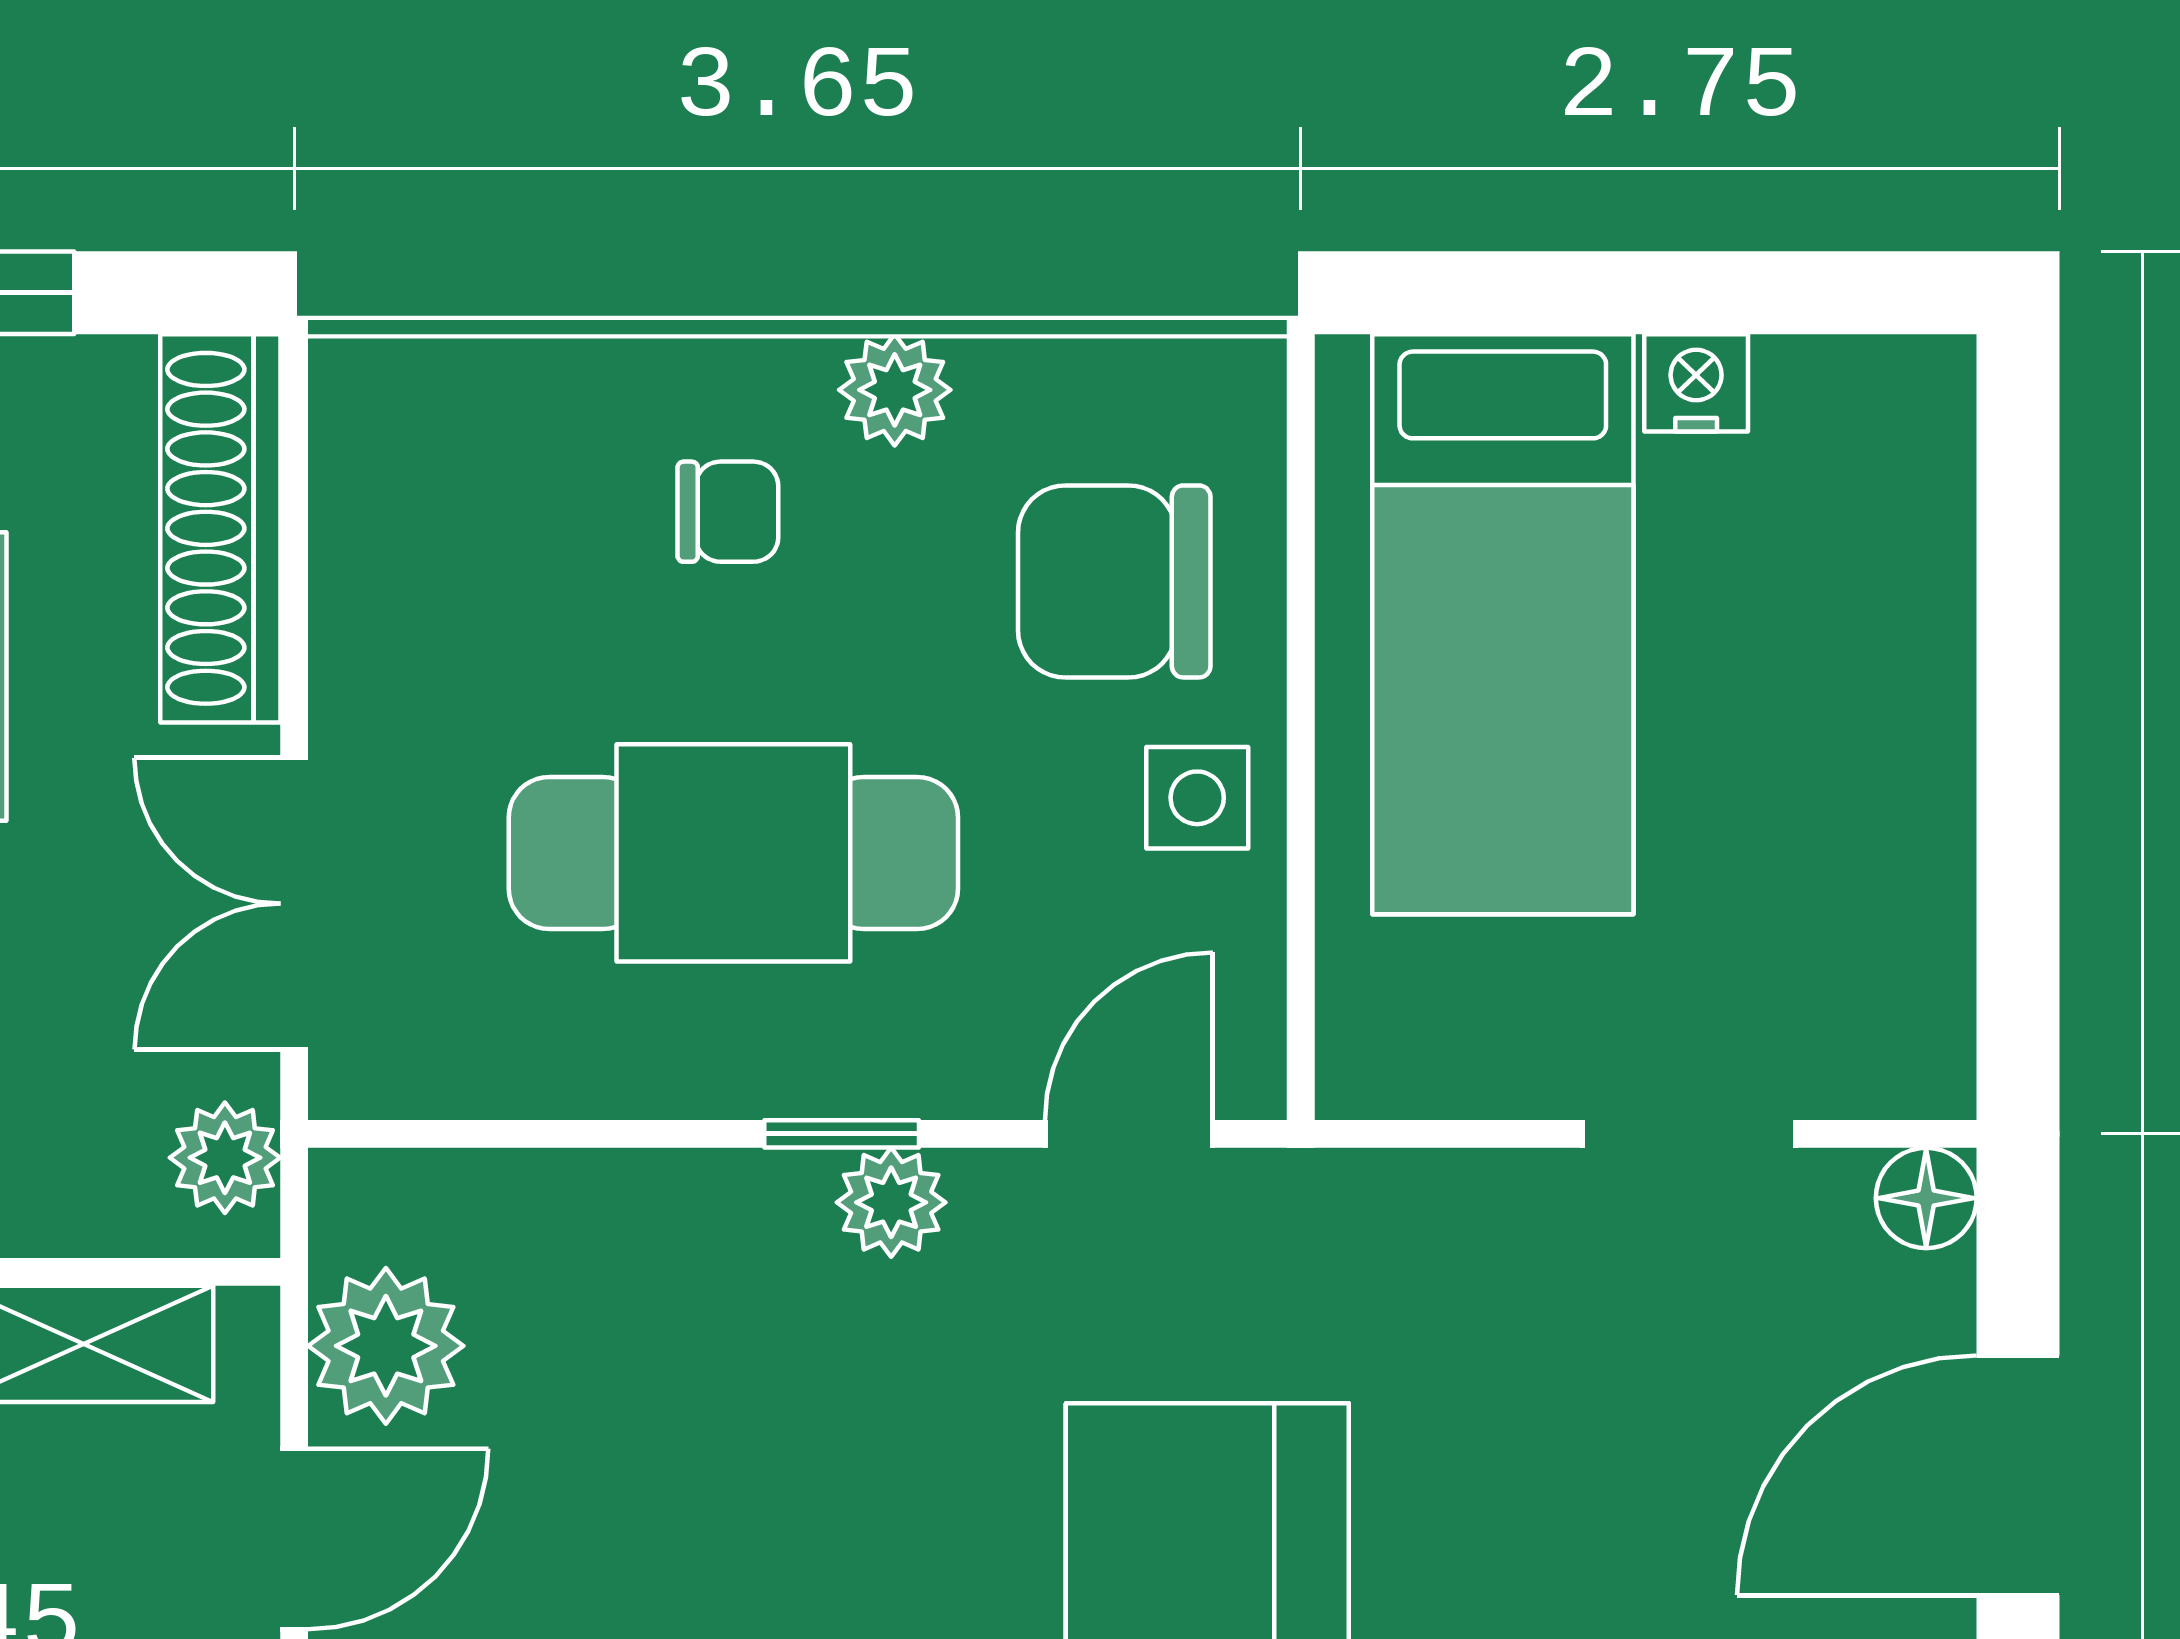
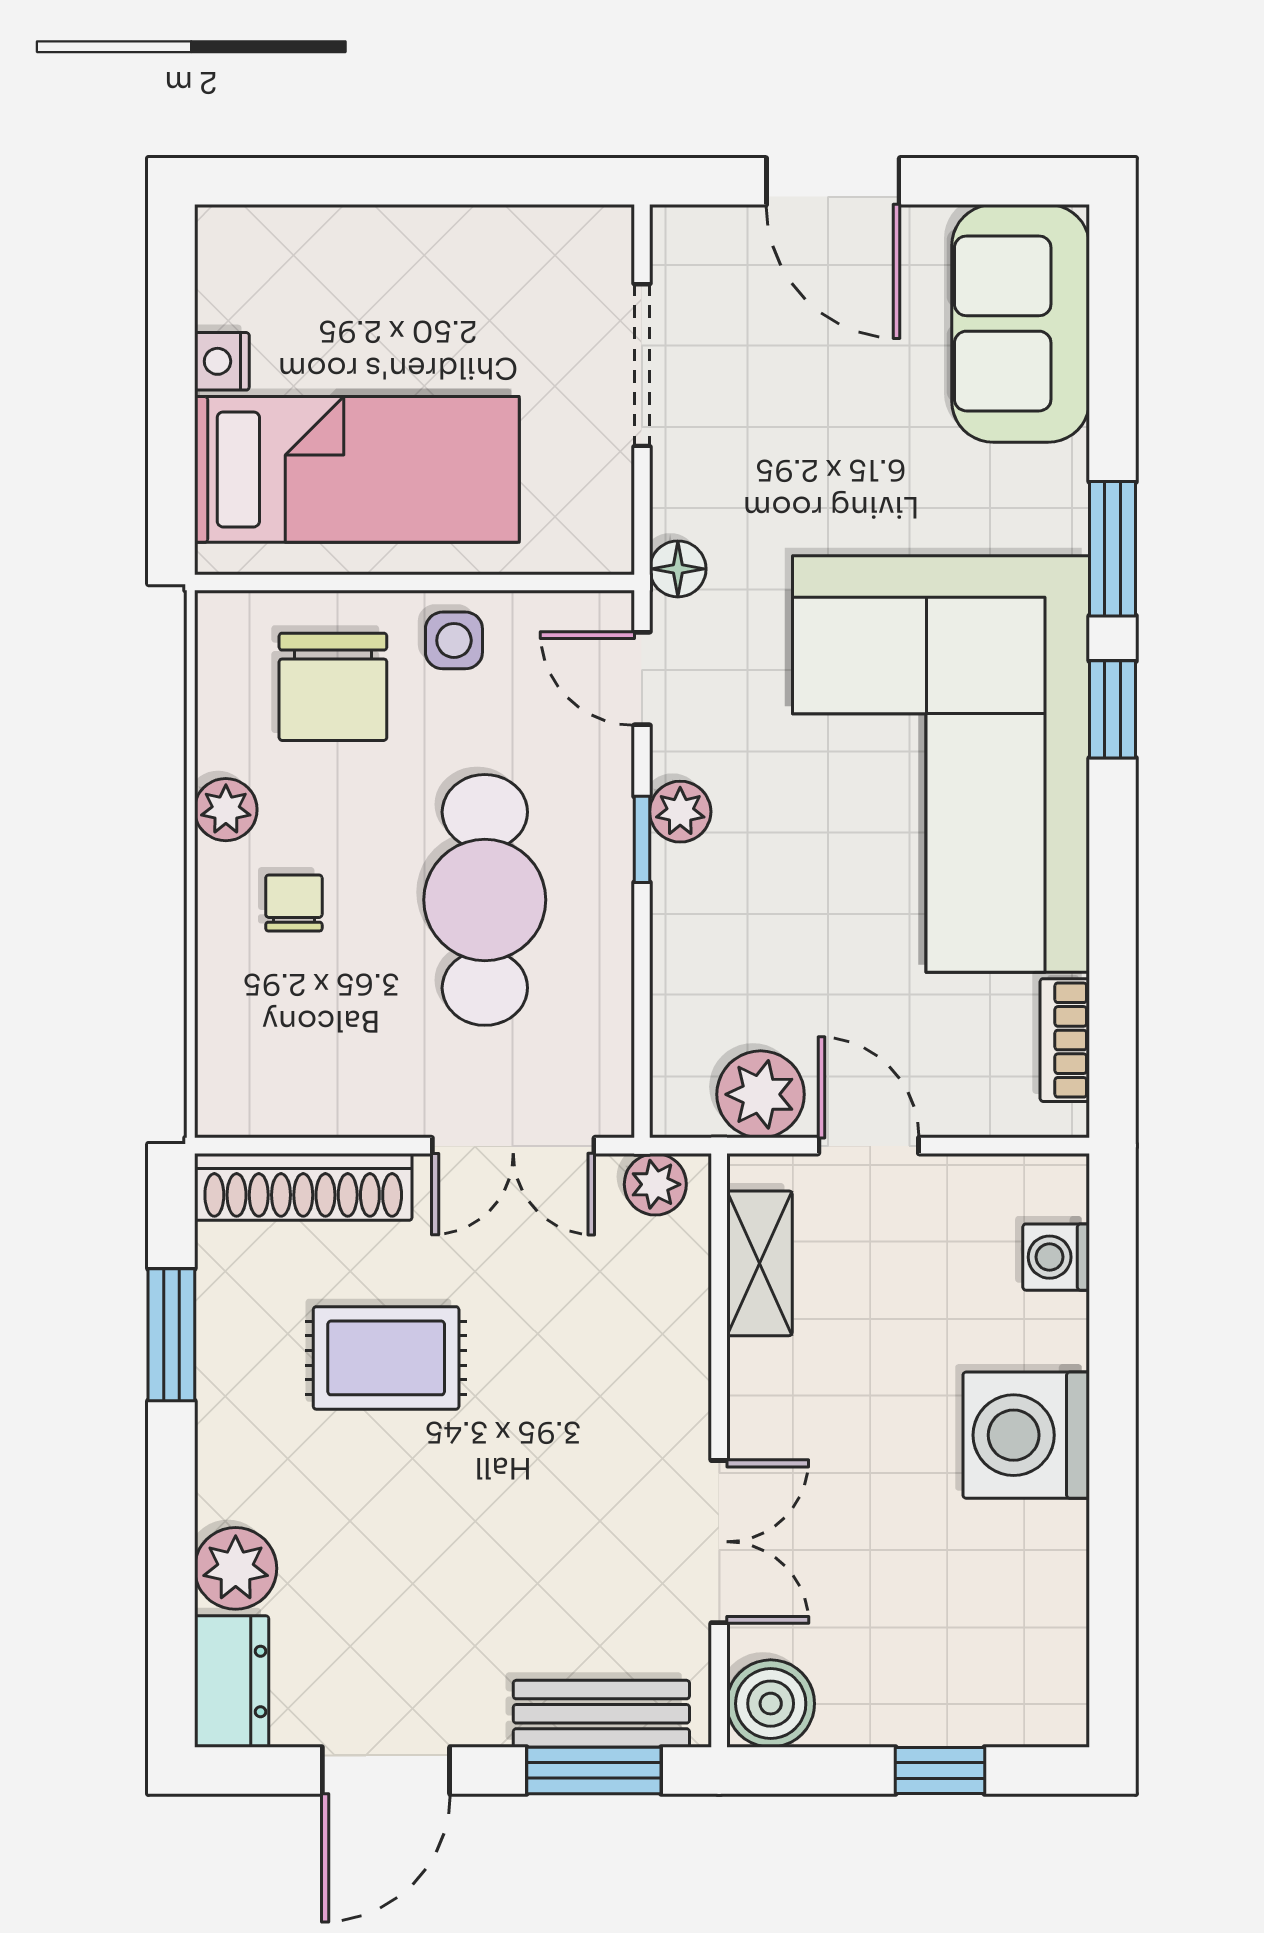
doorway: (1689, 1134) -> (642, 365), width x1.38
floor lamp: (1926, 1198) -> (678, 569), moved

